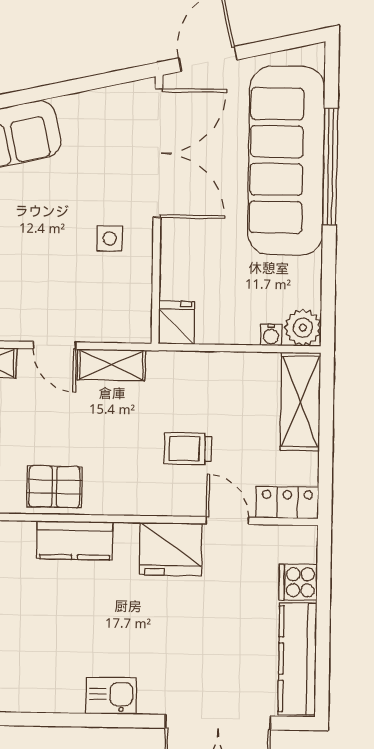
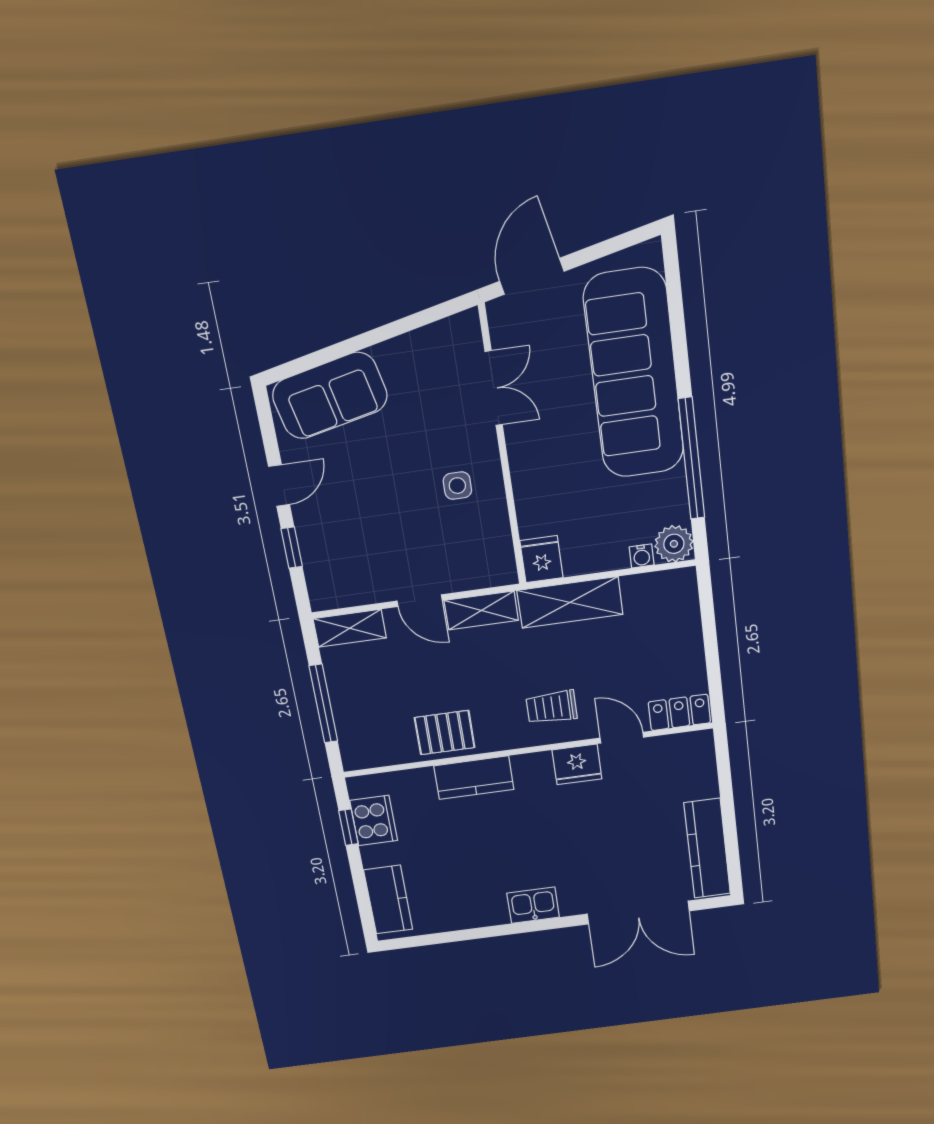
double door: (158, 153) -> (494, 388), width x0.54
window: (330, 167) -> (691, 459), moved
shelving: (300, 402) -> (570, 602), moved, turned 90
trolley: (188, 449) -> (552, 707), moved
fridge: (171, 549) -> (577, 764), width x0.73, depth x0.75
cooker: (298, 582) -> (699, 782), removed

